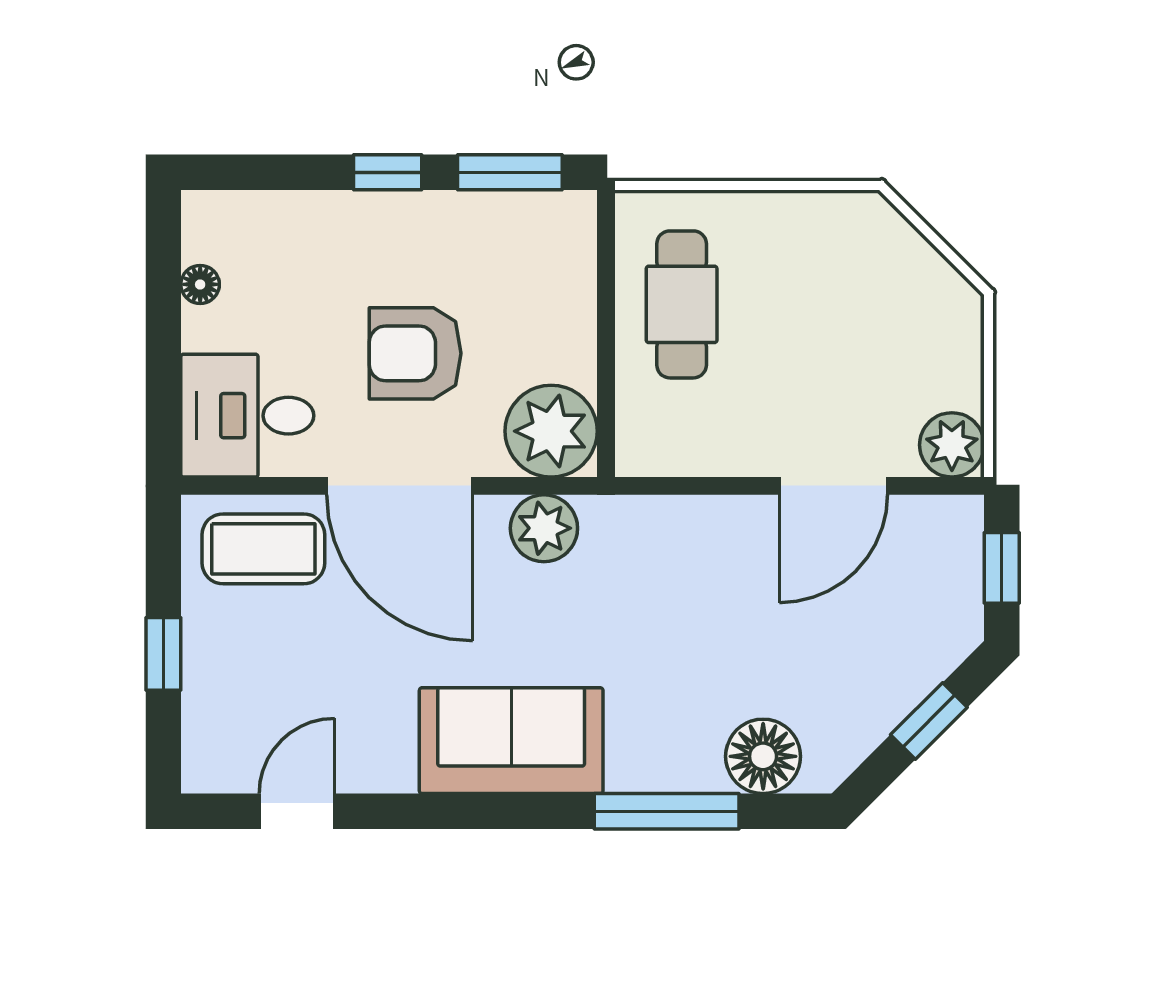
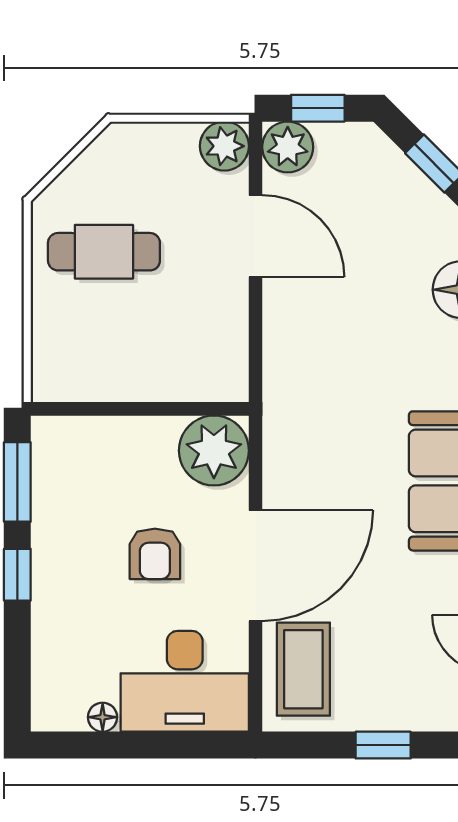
cafe table: (682, 304) -> (104, 252), moved
armchair: (415, 353) -> (155, 554), width x0.72, depth x0.72
desk: (247, 416) -> (185, 681), width x1.37
plant: (544, 528) -> (288, 147), moved

